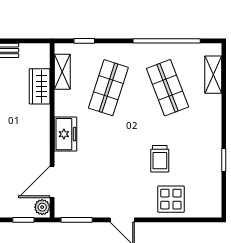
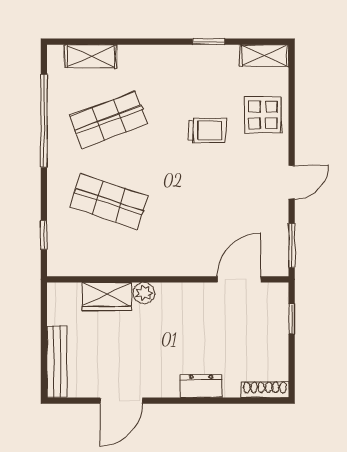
shelving: (62, 72) -> (264, 56), moved
freezer: (65, 134) -> (173, 261), removed
door: (52, 182) -> (239, 279), swing flipped
plant: (42, 207) -> (144, 293), moved

